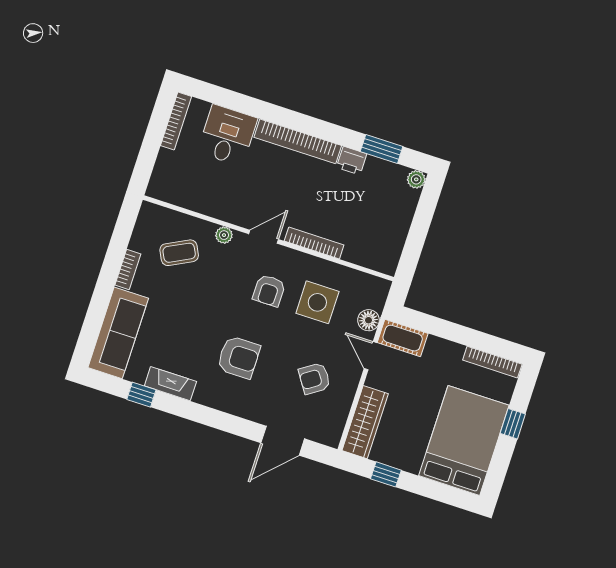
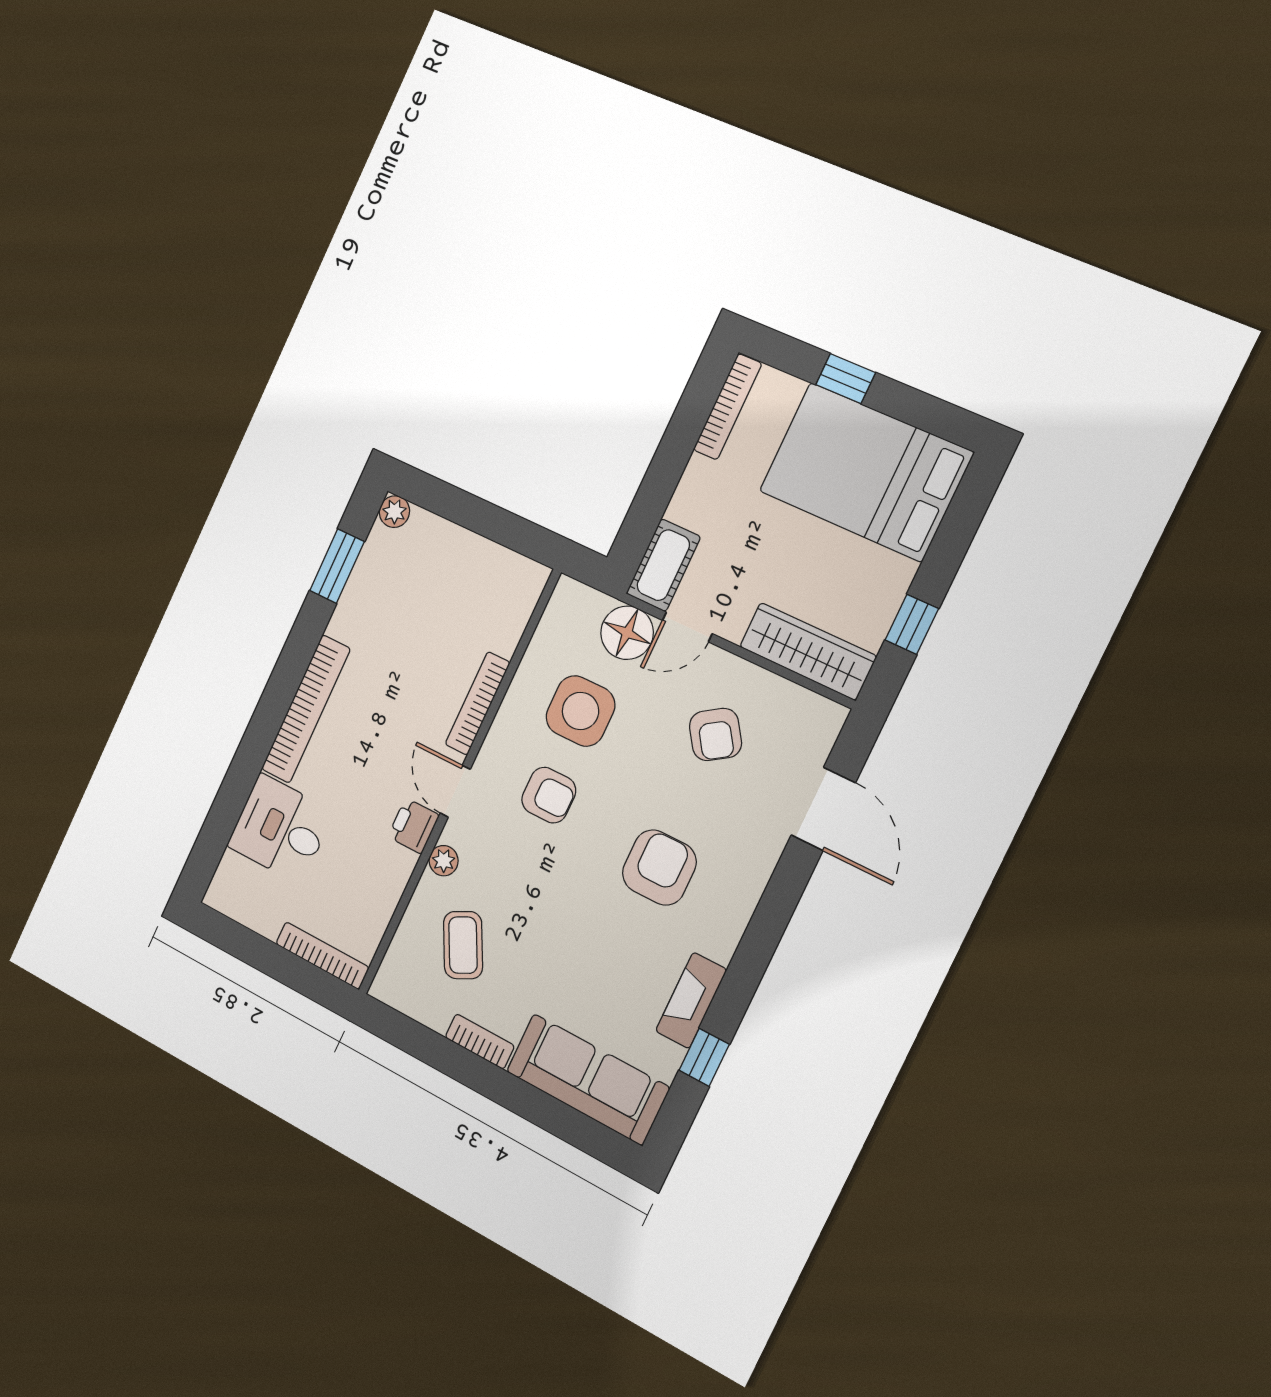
bookcase: (176, 121) -> (322, 955), moved
printer: (352, 161) -> (414, 826), moved, turned 180
floor lamp: (368, 320) -> (627, 633), width x1.38, depth x1.38

